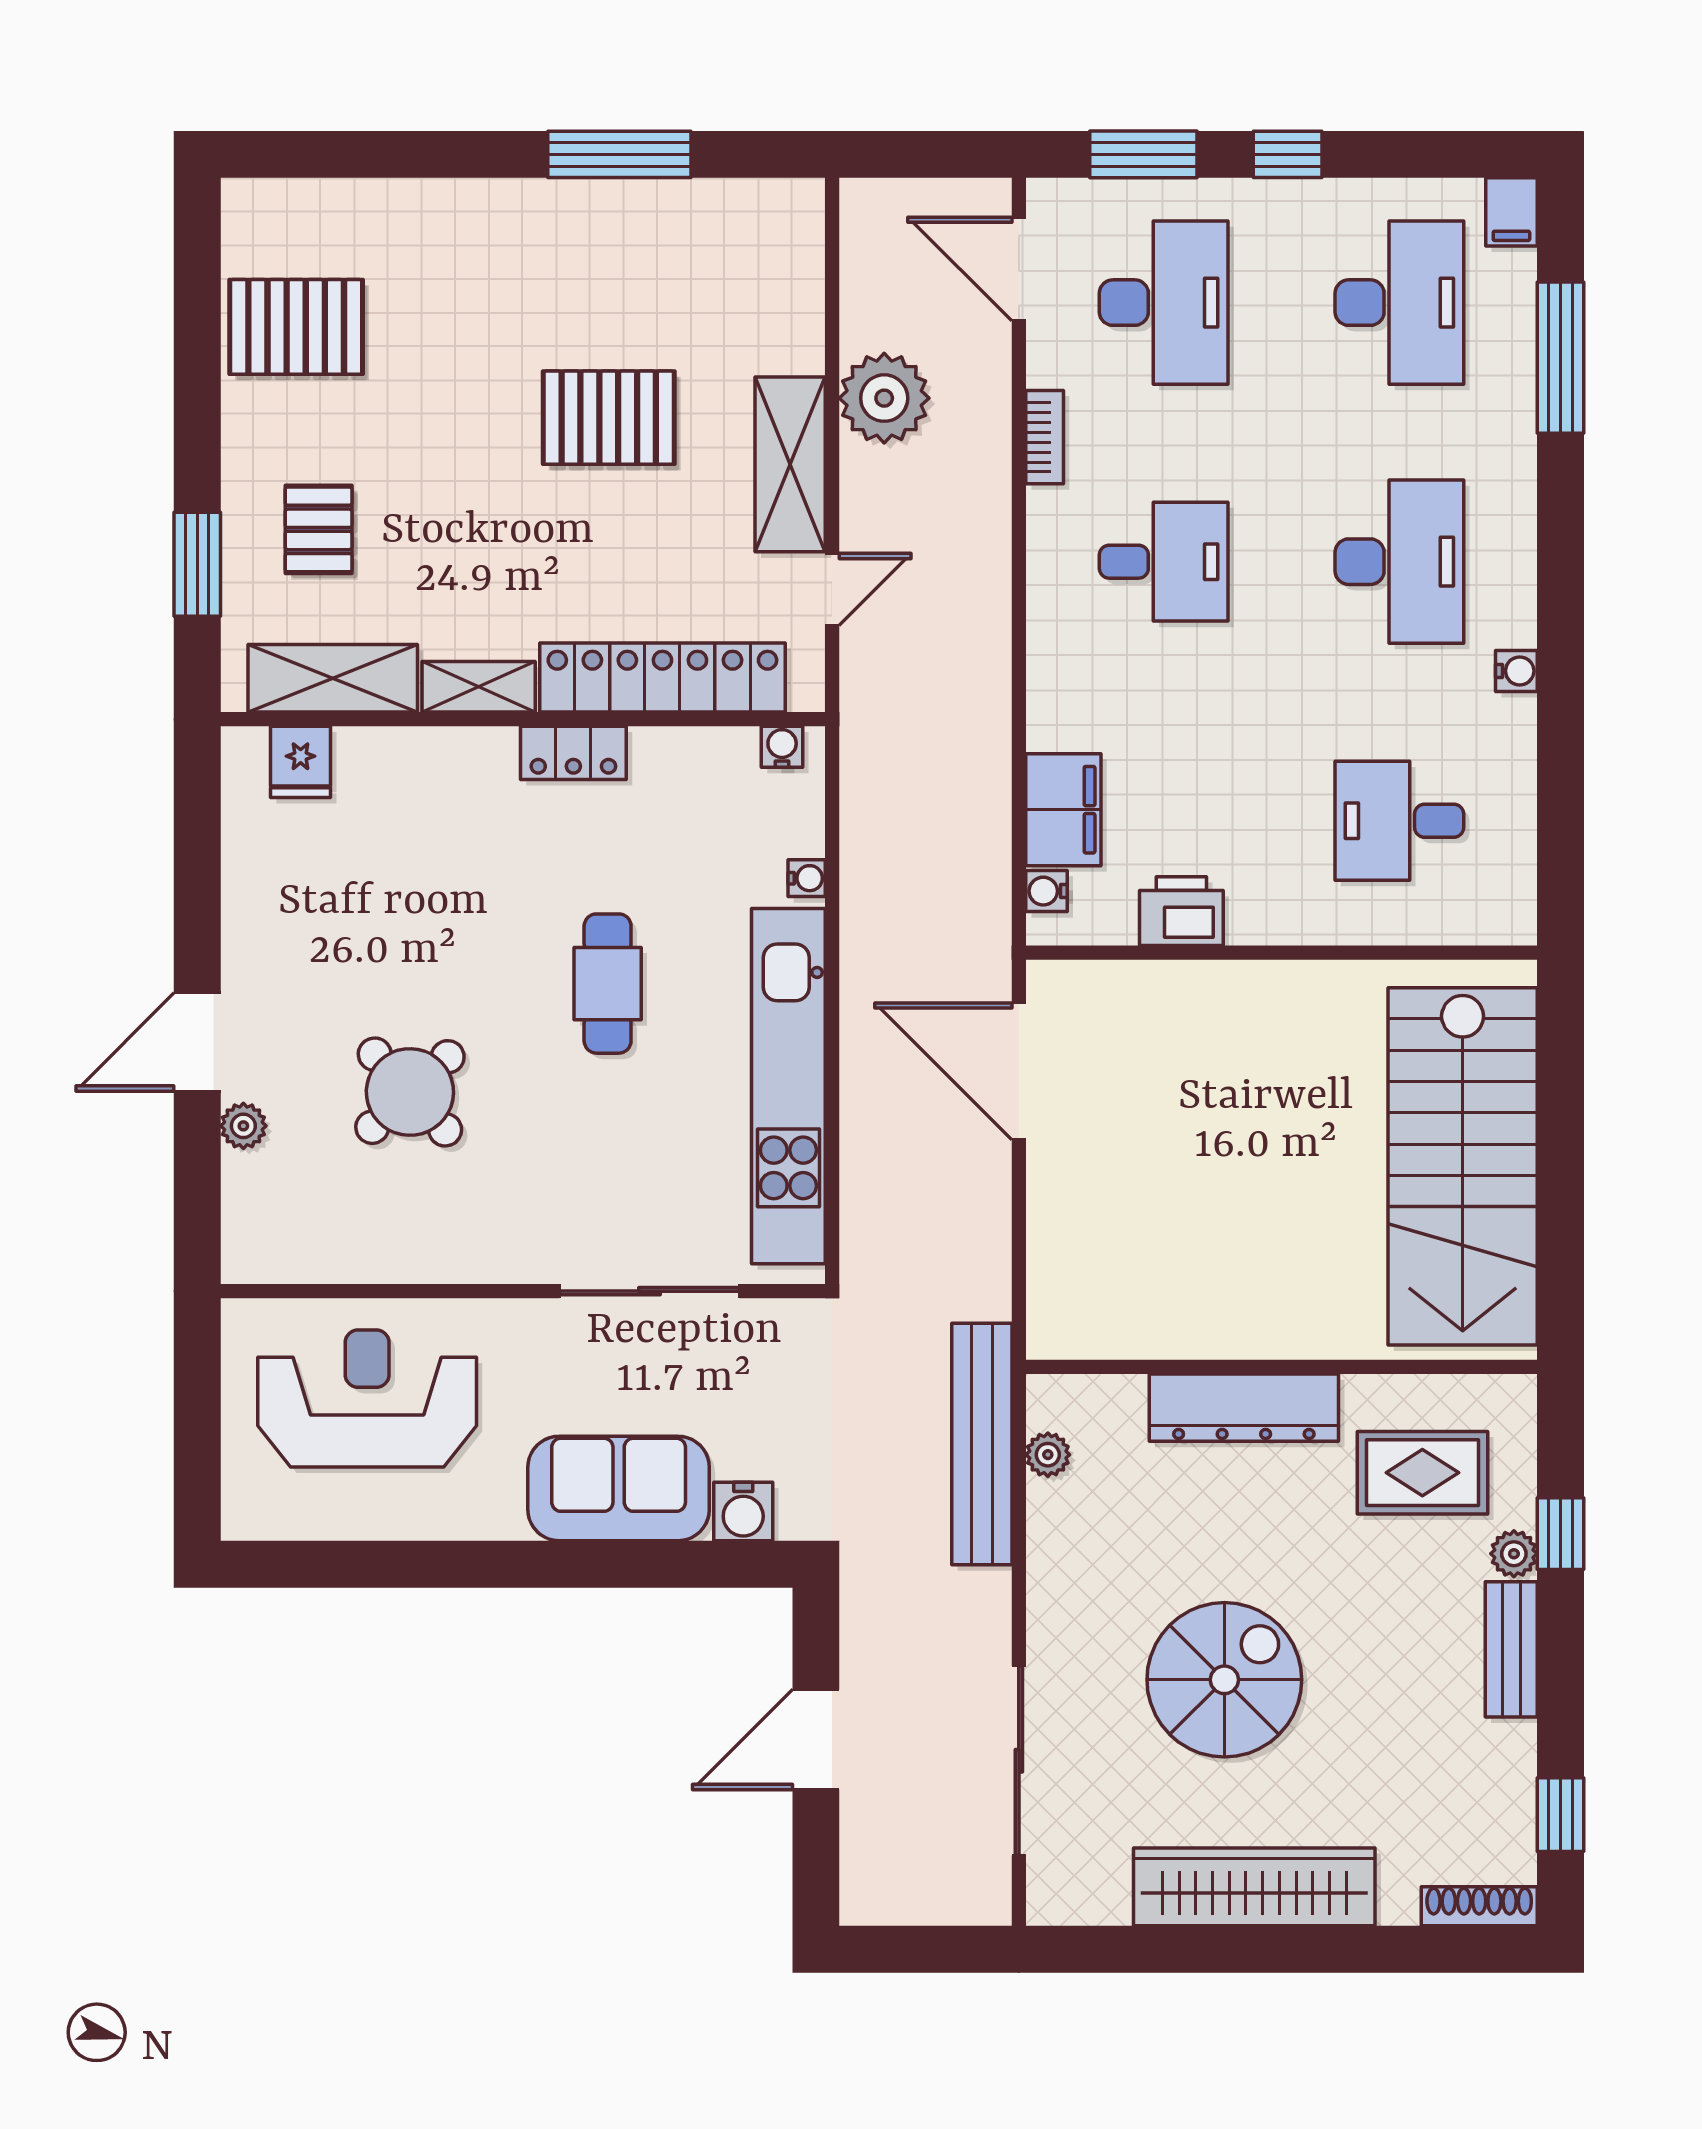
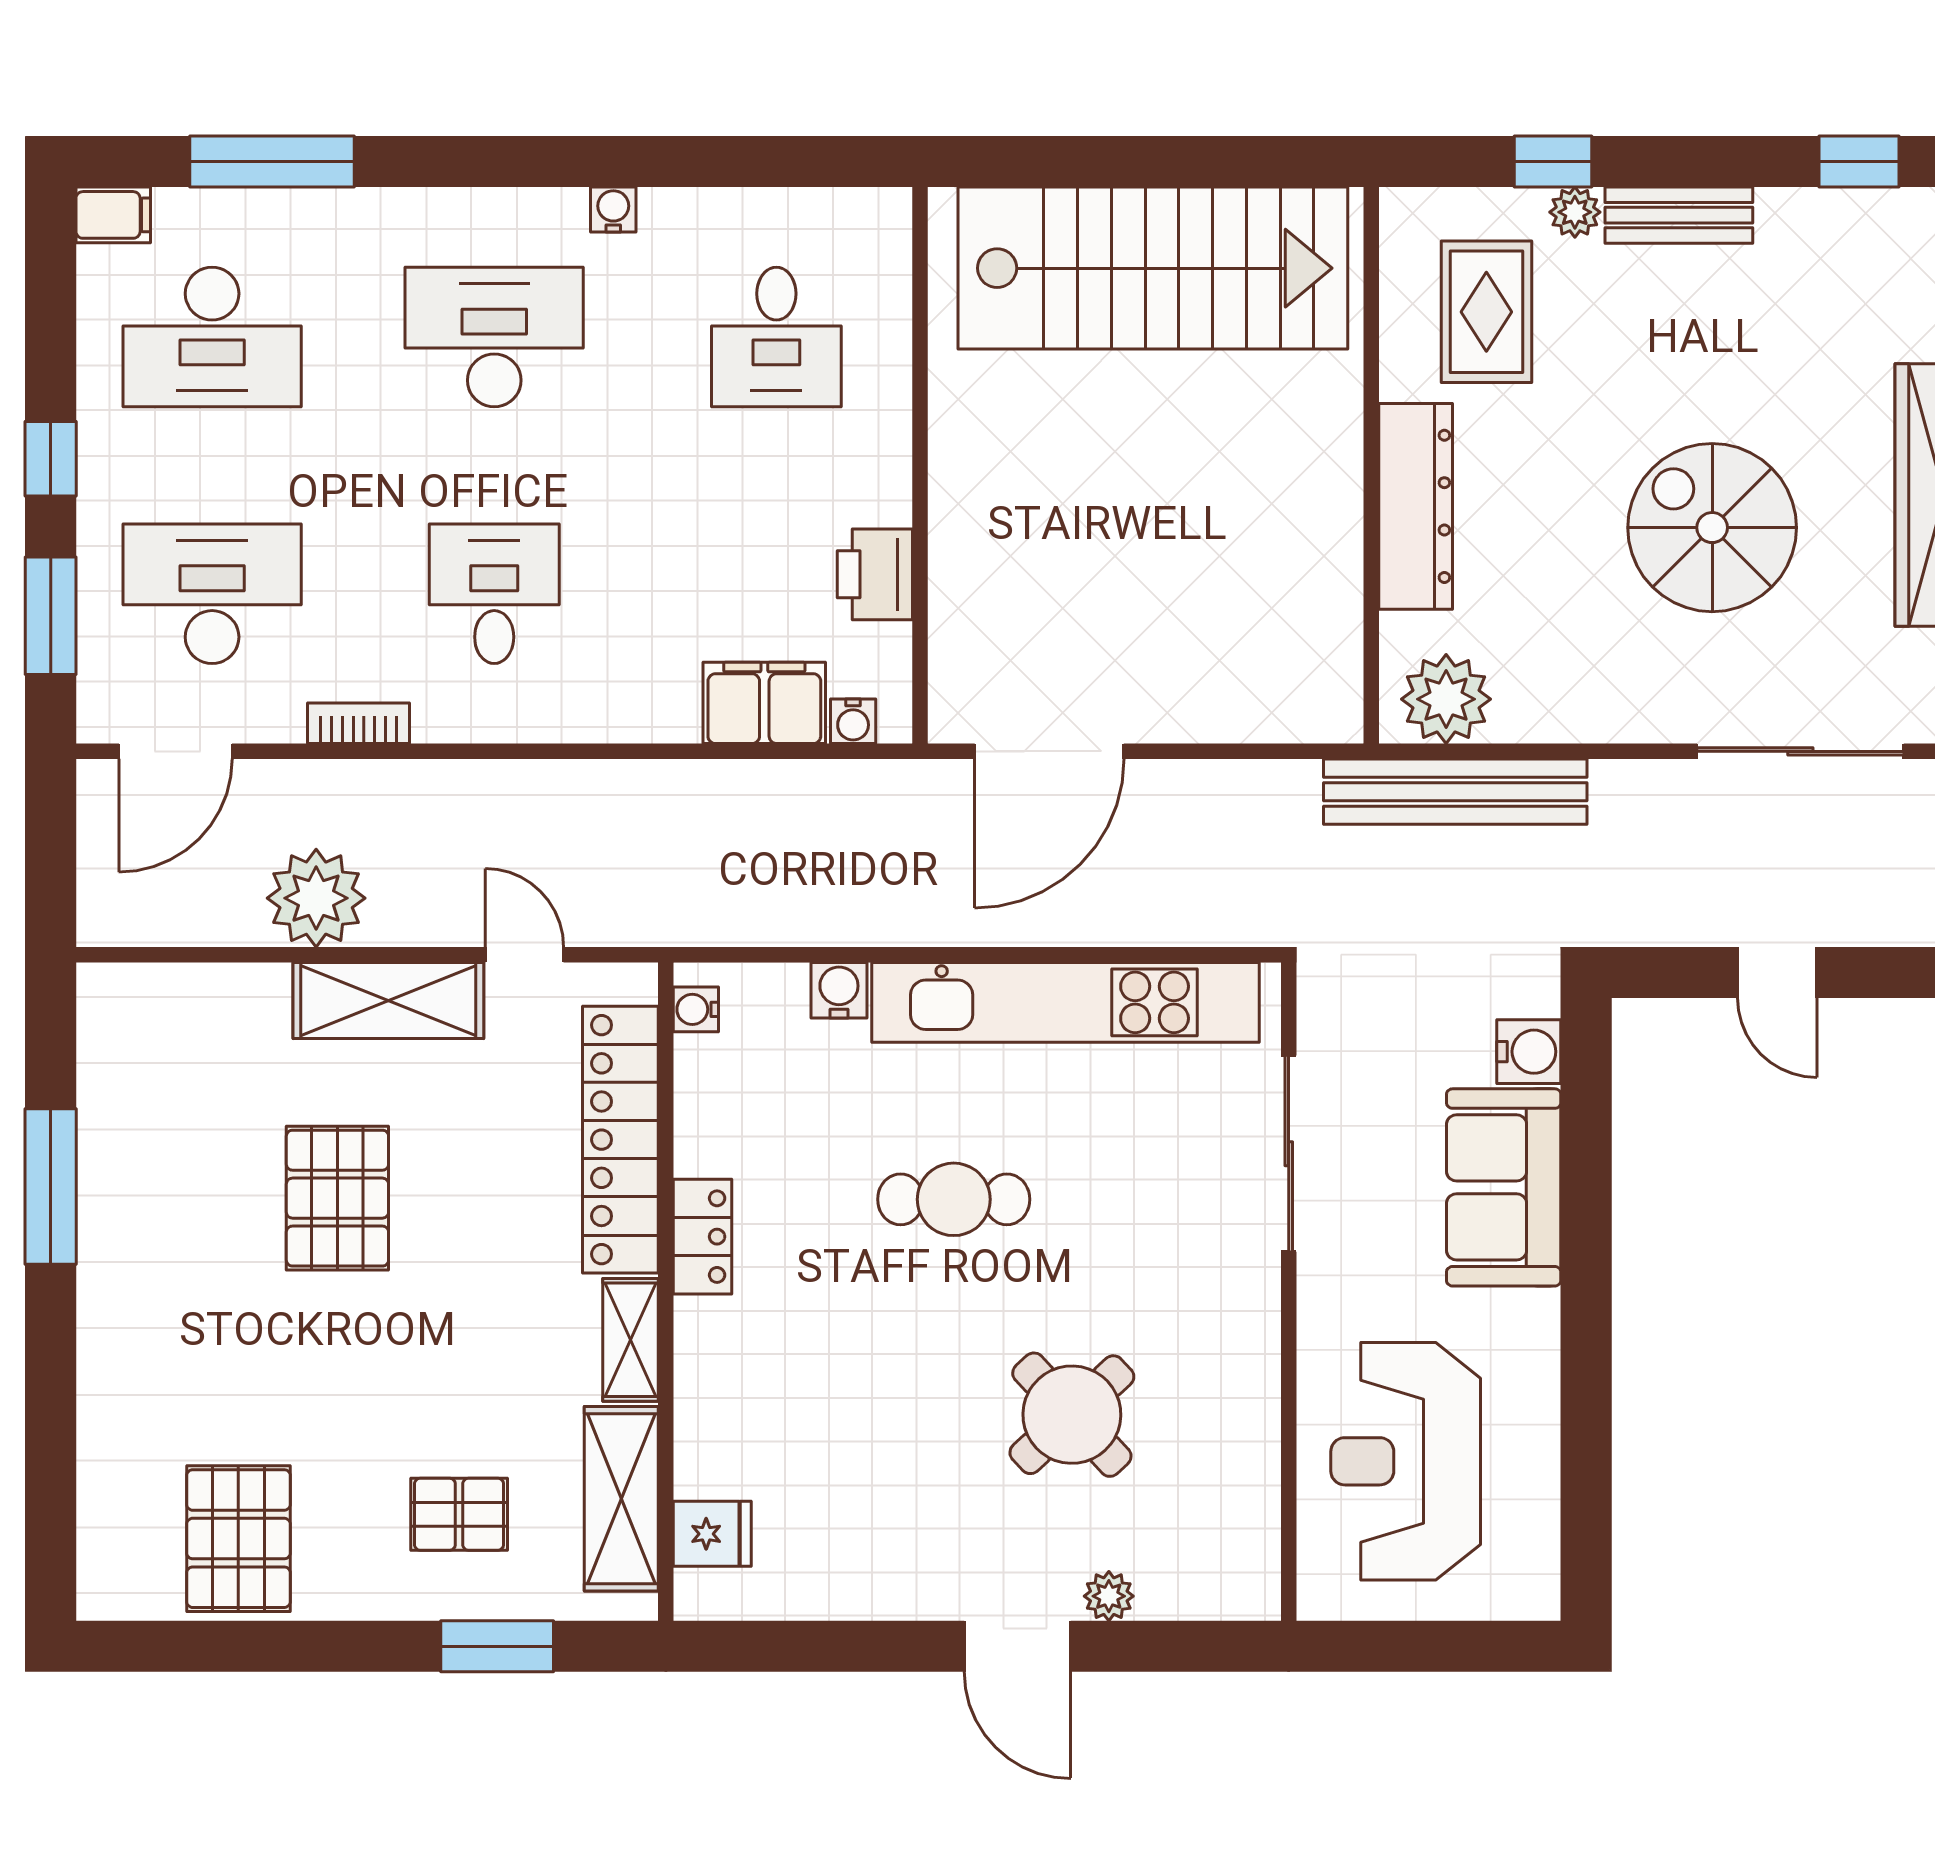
desk: (1399, 303) -> (212, 337), turned 180
water cooler: (807, 878) -> (839, 990), width x1.38, depth x1.38
plant: (1048, 1455) -> (1446, 699), width x1.87, depth x1.87
door: (816, 1739) -> (1777, 973), width x0.73

